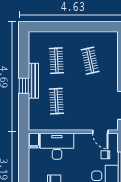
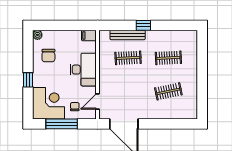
bench: (33, 81) -> (128, 35), moved
desk: (57, 146) -> (83, 70), moved

